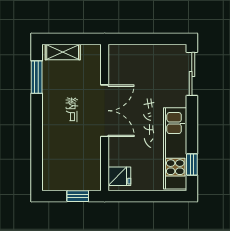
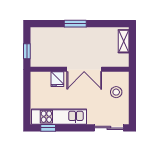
stool: (139, 63) -> (116, 92), added
window: (37, 77) -> (75, 24), moved
fridge: (119, 176) -> (57, 79), moved

